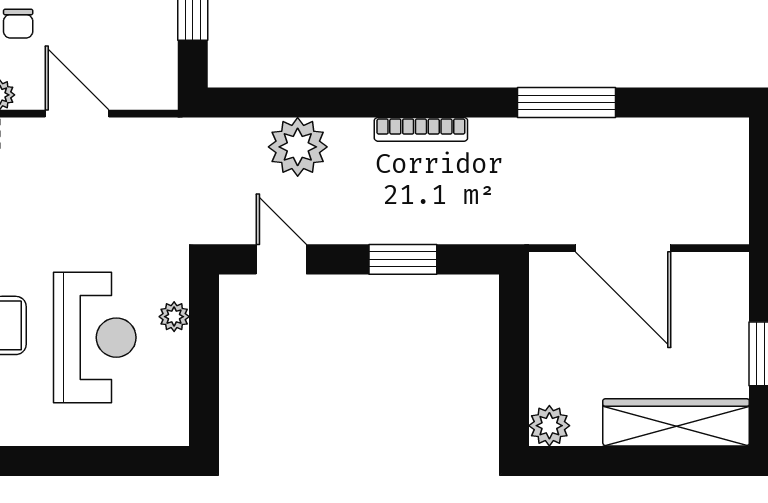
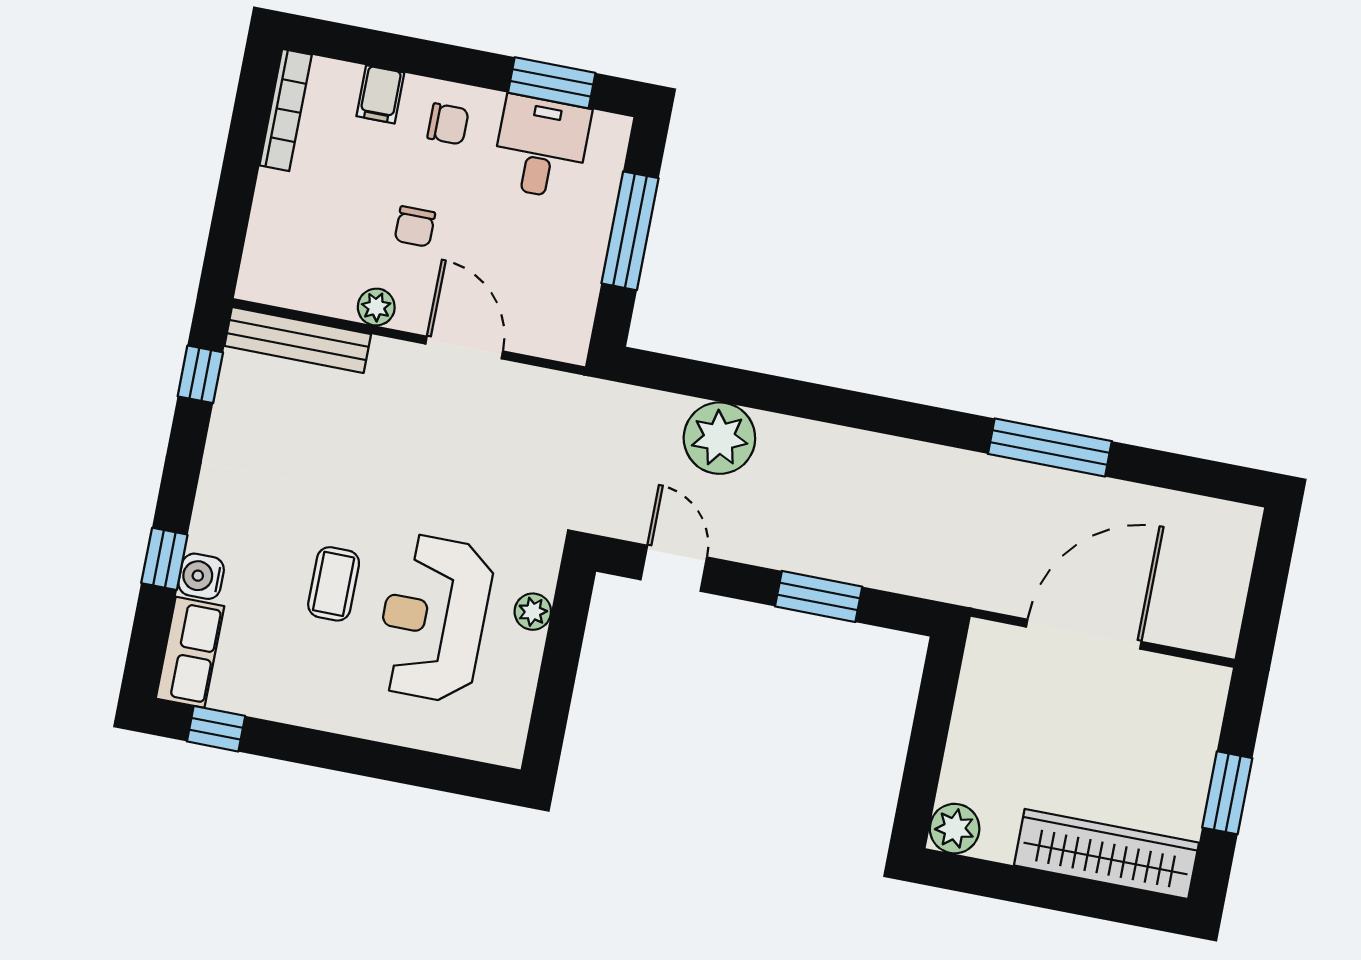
bookcase: (421, 129) -> (870, 446), removed
door: (623, 248) -> (1084, 634), swing flipped
reception desk: (95, 338) -> (434, 618), turned 180

